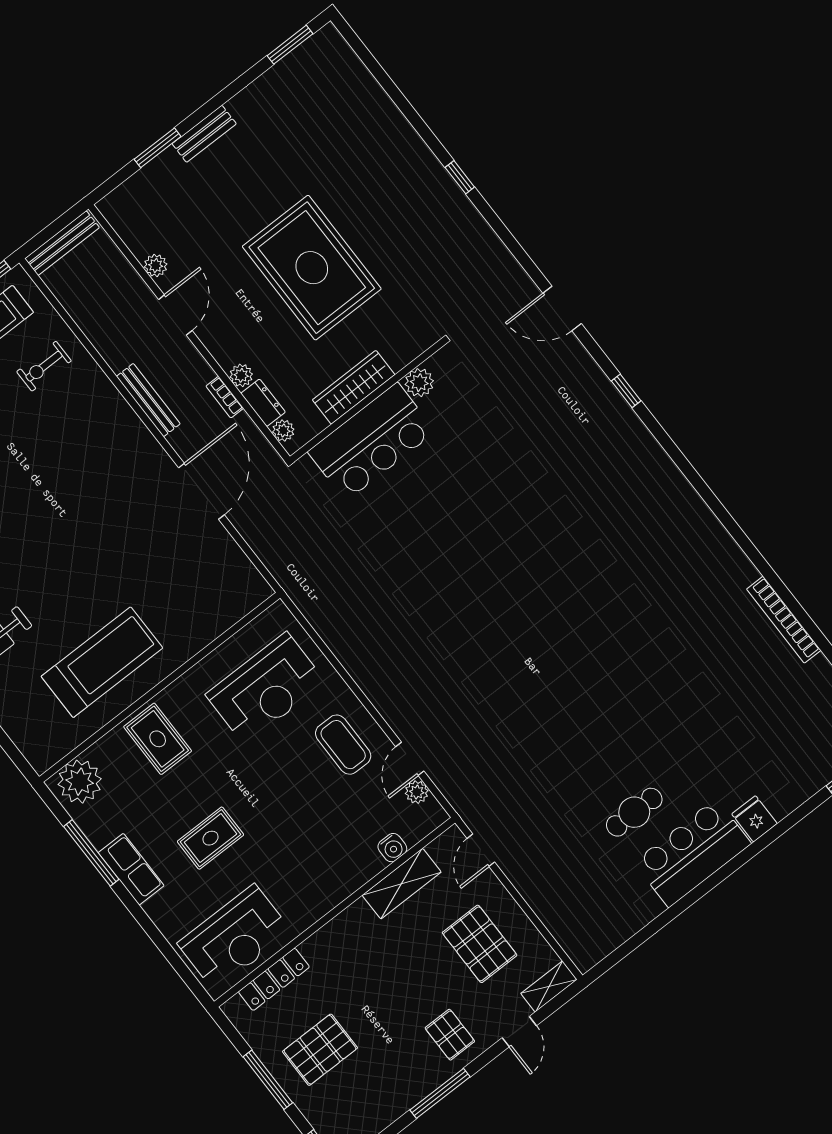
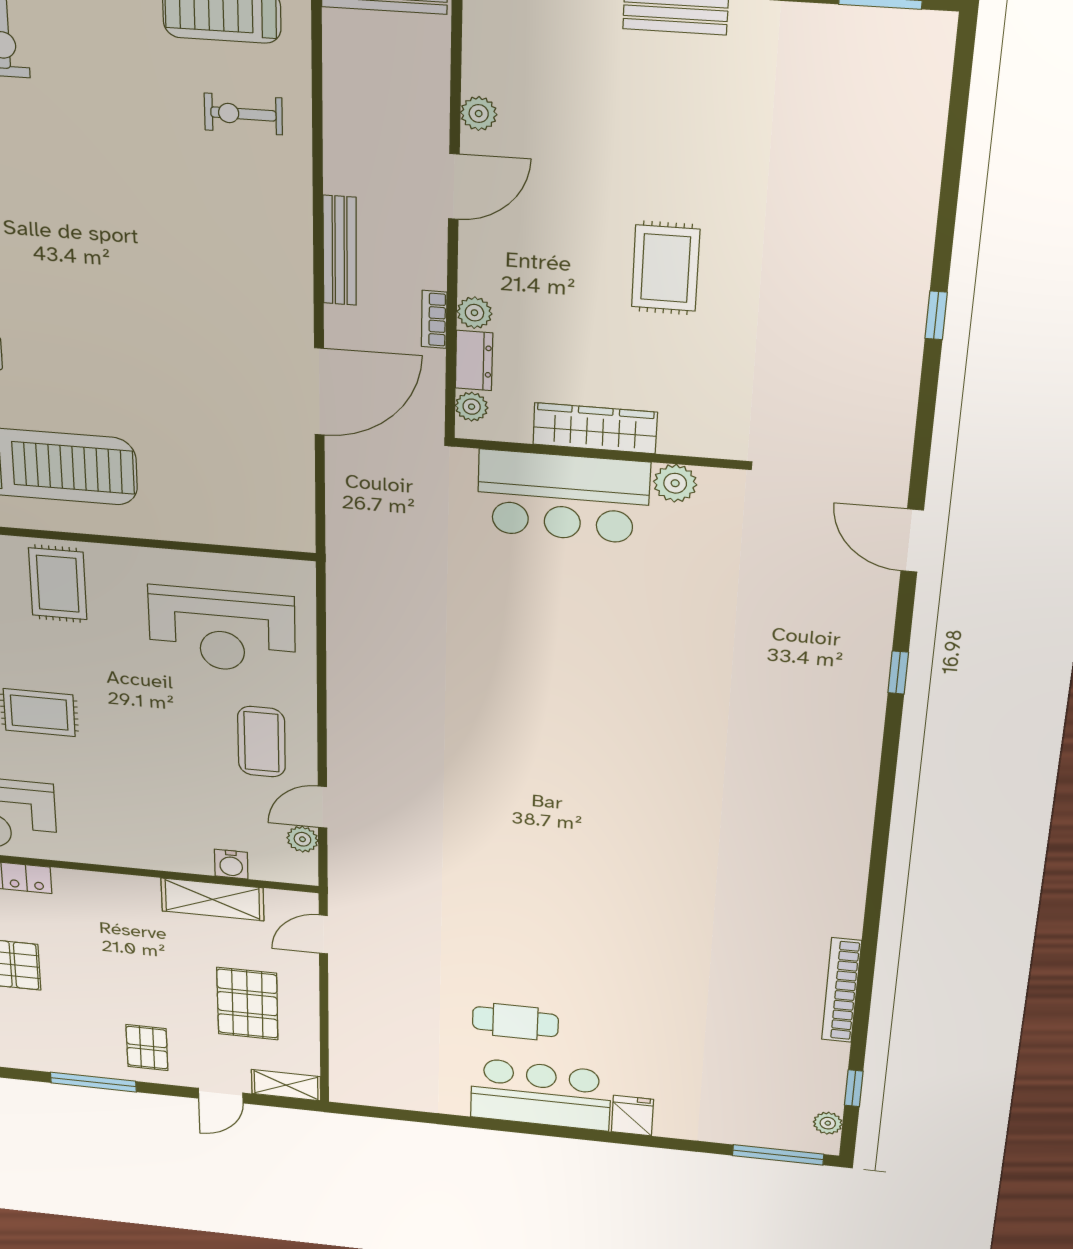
rug: (312, 268) -> (666, 268), width x0.54, depth x0.49

